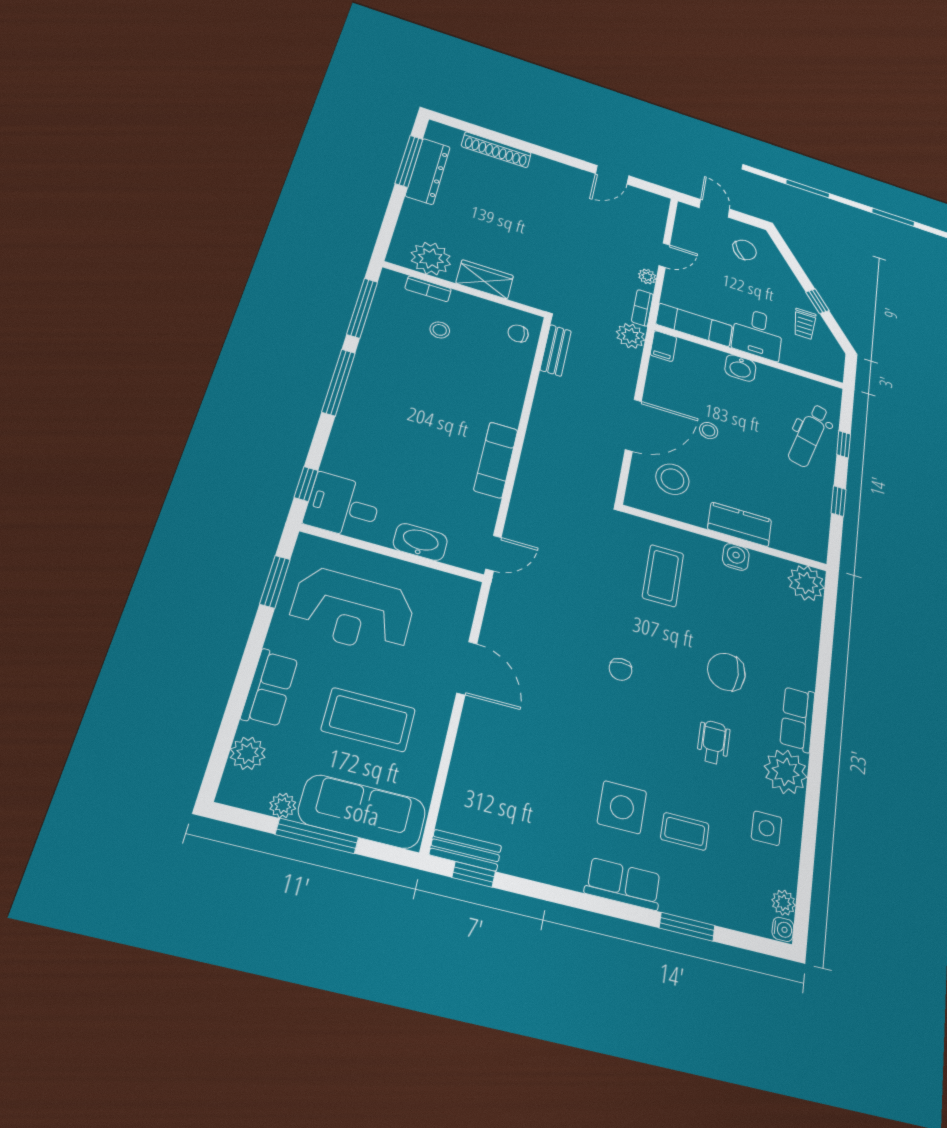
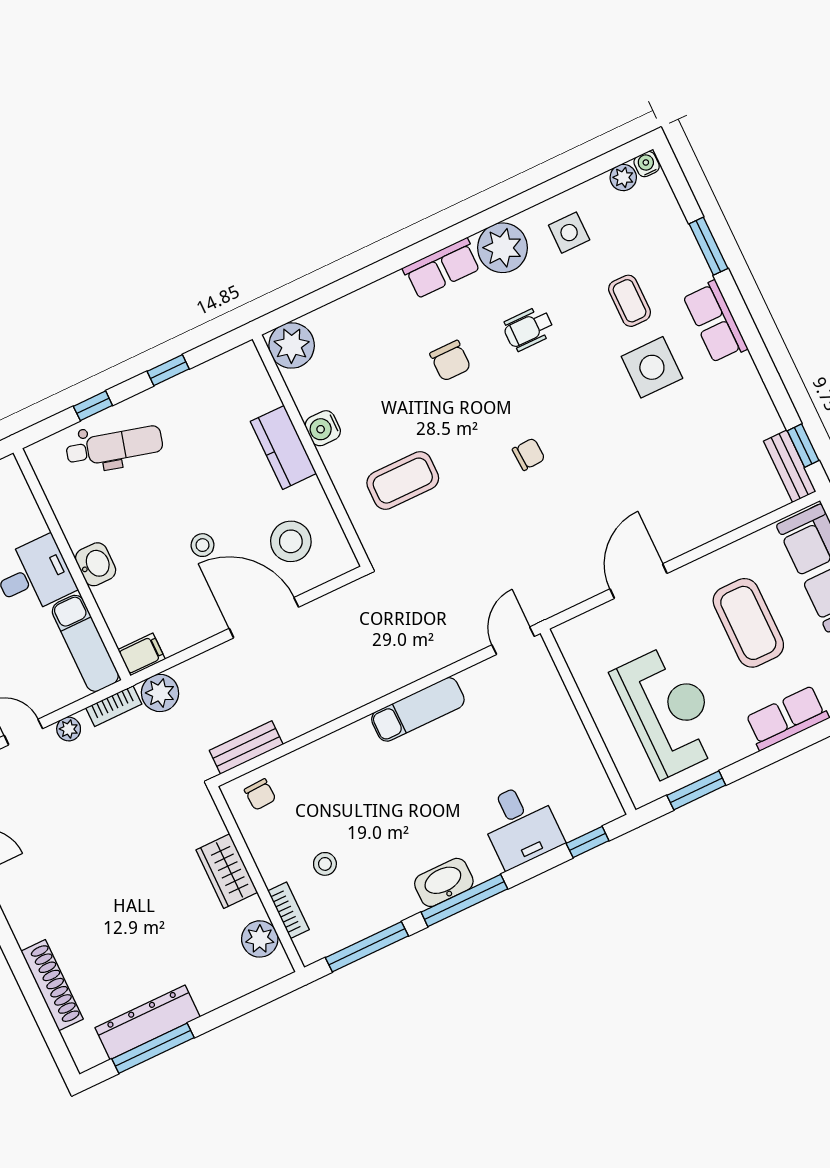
plant: (431, 258) -> (260, 939), width x0.73, depth x0.73
desk: (343, 506) -> (520, 825), moved
washbasin: (420, 542) -> (444, 882), moved, turned 90
door: (493, 553) -> (513, 641), hinge flipped
chair: (726, 672) -> (450, 361), width x0.73, depth x0.73

